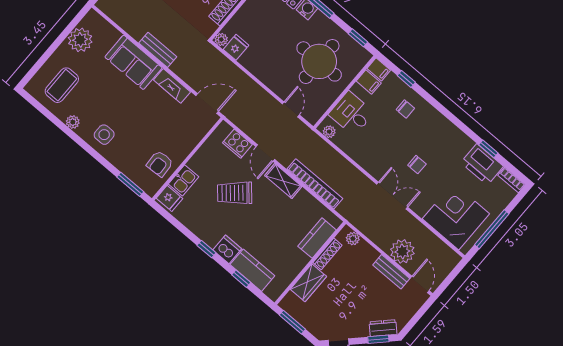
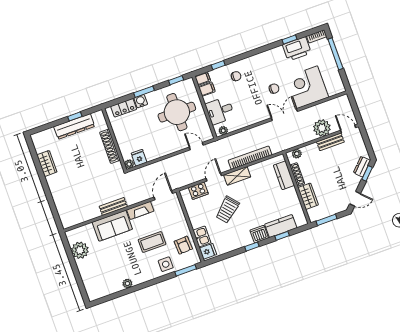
coffee table: (62, 85) -> (152, 242), moved, turned 90
side table: (104, 135) -> (166, 264), moved
door: (265, 153) -> (214, 177), swing flipped
corner desk: (456, 216) -> (307, 87), moved
window: (492, 229) -> (335, 54), moved

